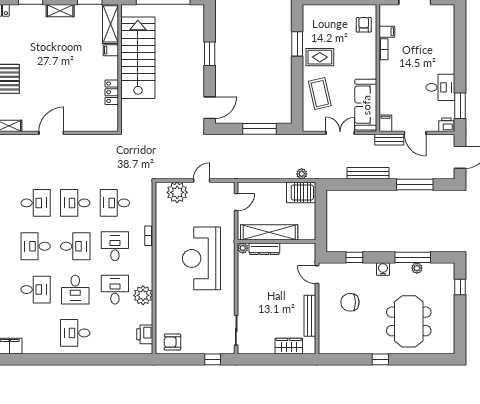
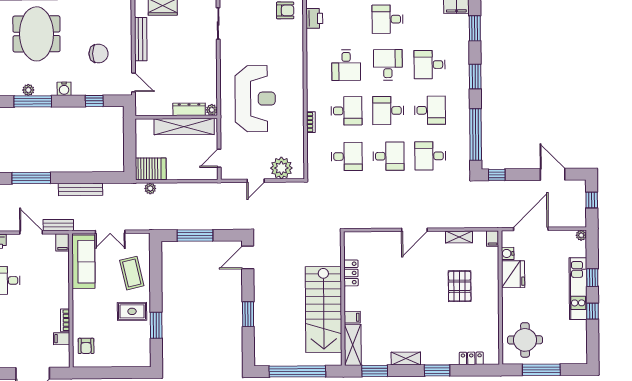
desk: (115, 246) -> (346, 111), turned -90
plant: (143, 295) -> (316, 59), removed
desk: (75, 333) -> (388, 19), turned 180

